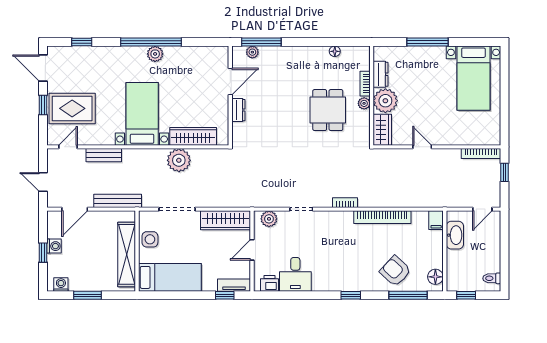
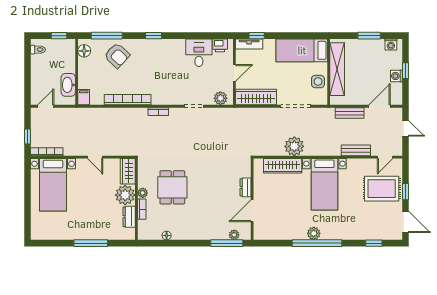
bed with nightstands: (473, 78) -> (53, 185), moved, turned 180
bench: (118, 201) -> (350, 113), width x0.73

